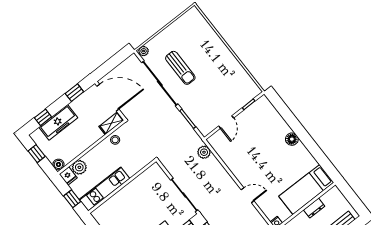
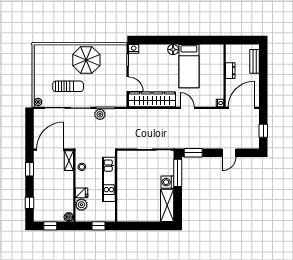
parasol: (218, 66) -> (86, 60), added
nightstand: (264, 102) -> (134, 49), added
freezer: (58, 122) -> (41, 195), removed
plant: (204, 152) -> (100, 114), moved
wardrobe: (230, 156) -> (152, 99), added
fridge: (68, 176) -> (81, 193), moved
kitchen unit: (104, 189) -> (109, 179), moved
bed: (306, 189) -> (189, 66), moved
door: (248, 195) -> (187, 108), hinge flipped

